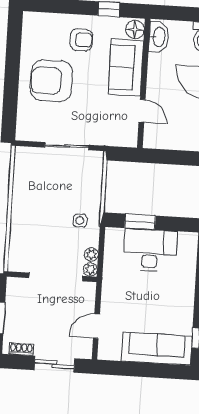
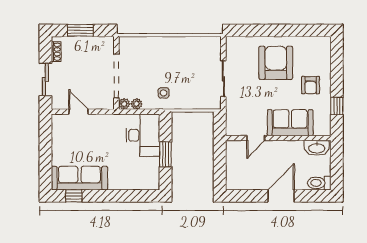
floor lamp: (135, 30) -> (322, 128), removed
window: (140, 222) -> (165, 154), moved
desk: (150, 250) -> (143, 135), moved
sofa: (157, 349) -> (79, 178), moved, turned -90

